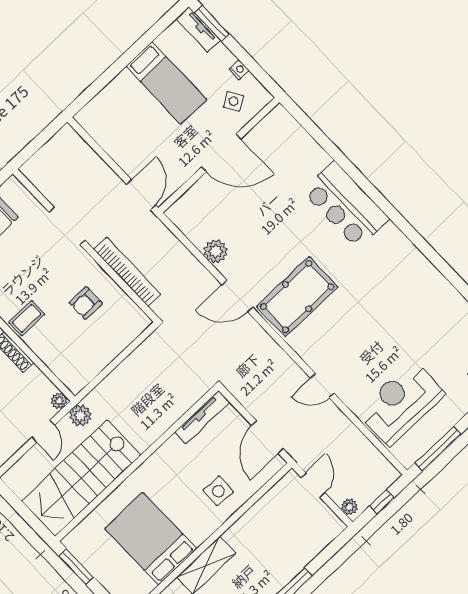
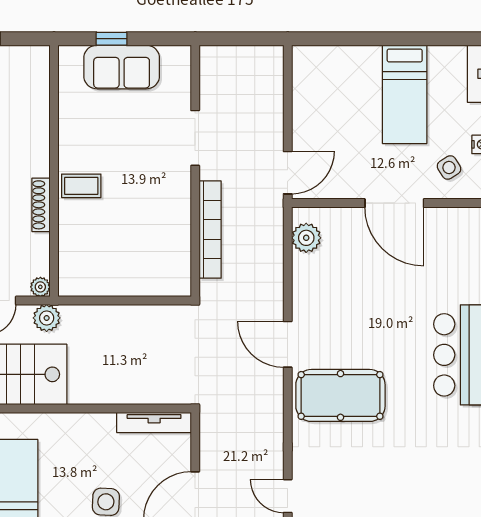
plant: (216, 251) -> (306, 238), moved
armchair: (86, 303) -> (147, 222), removed

